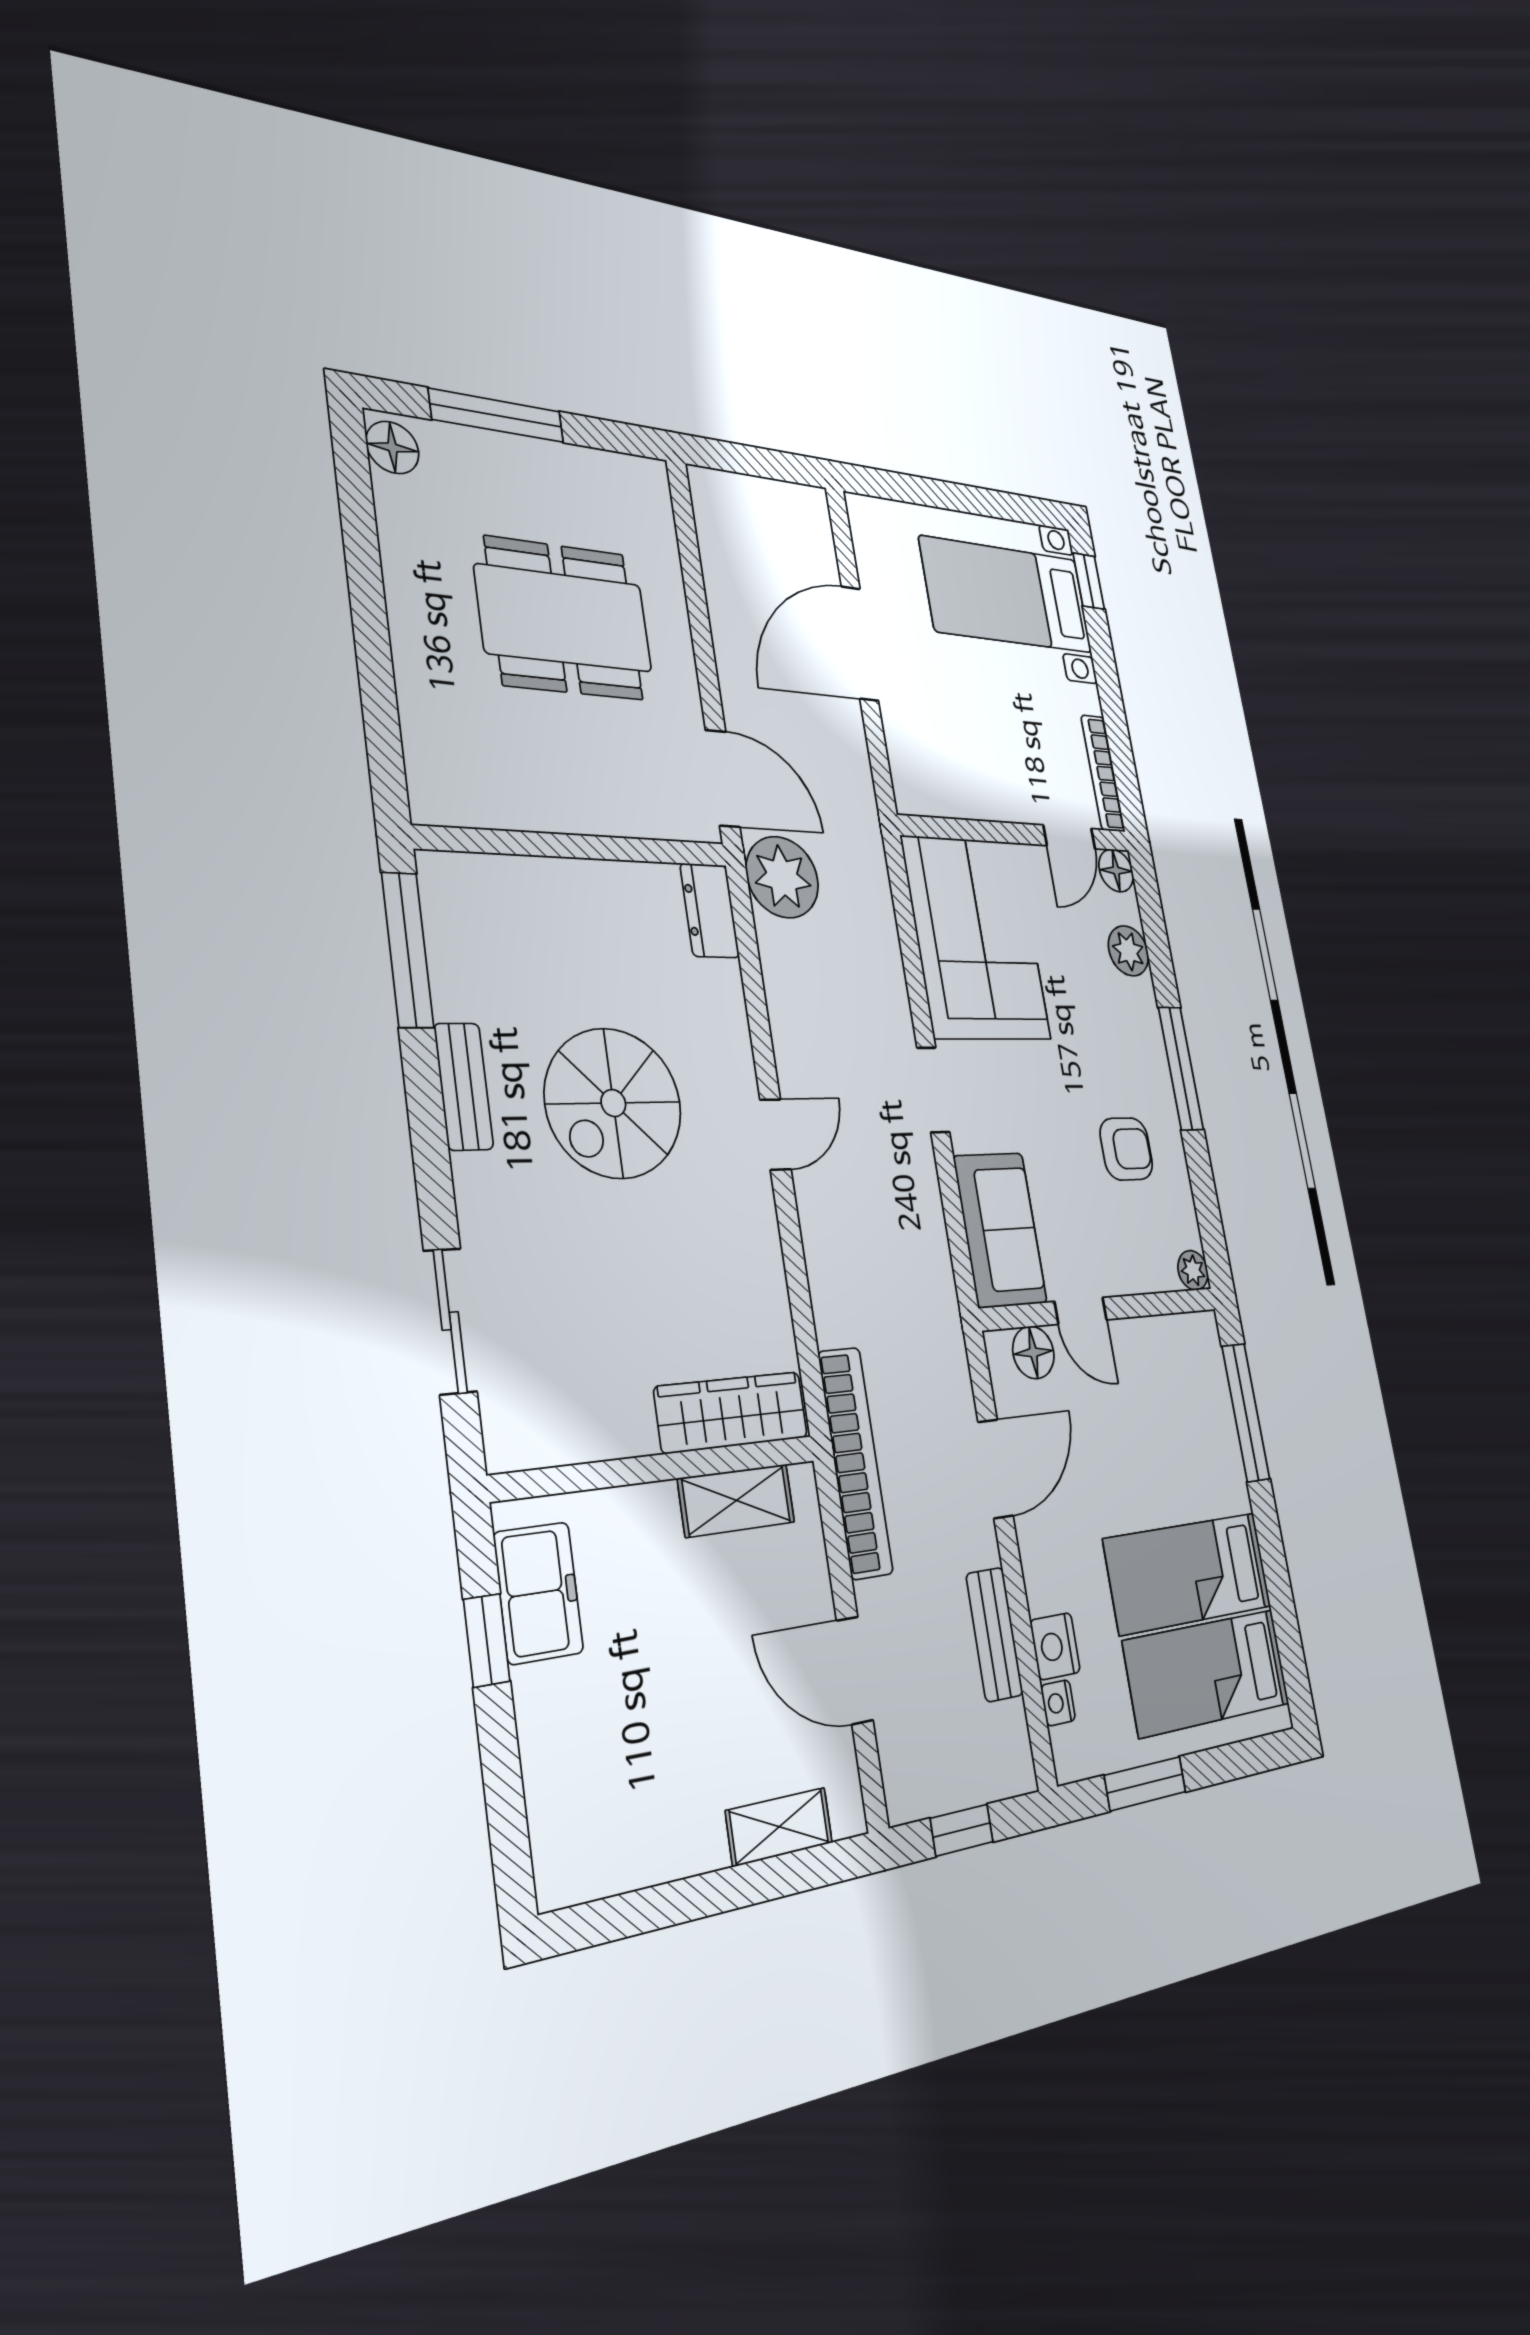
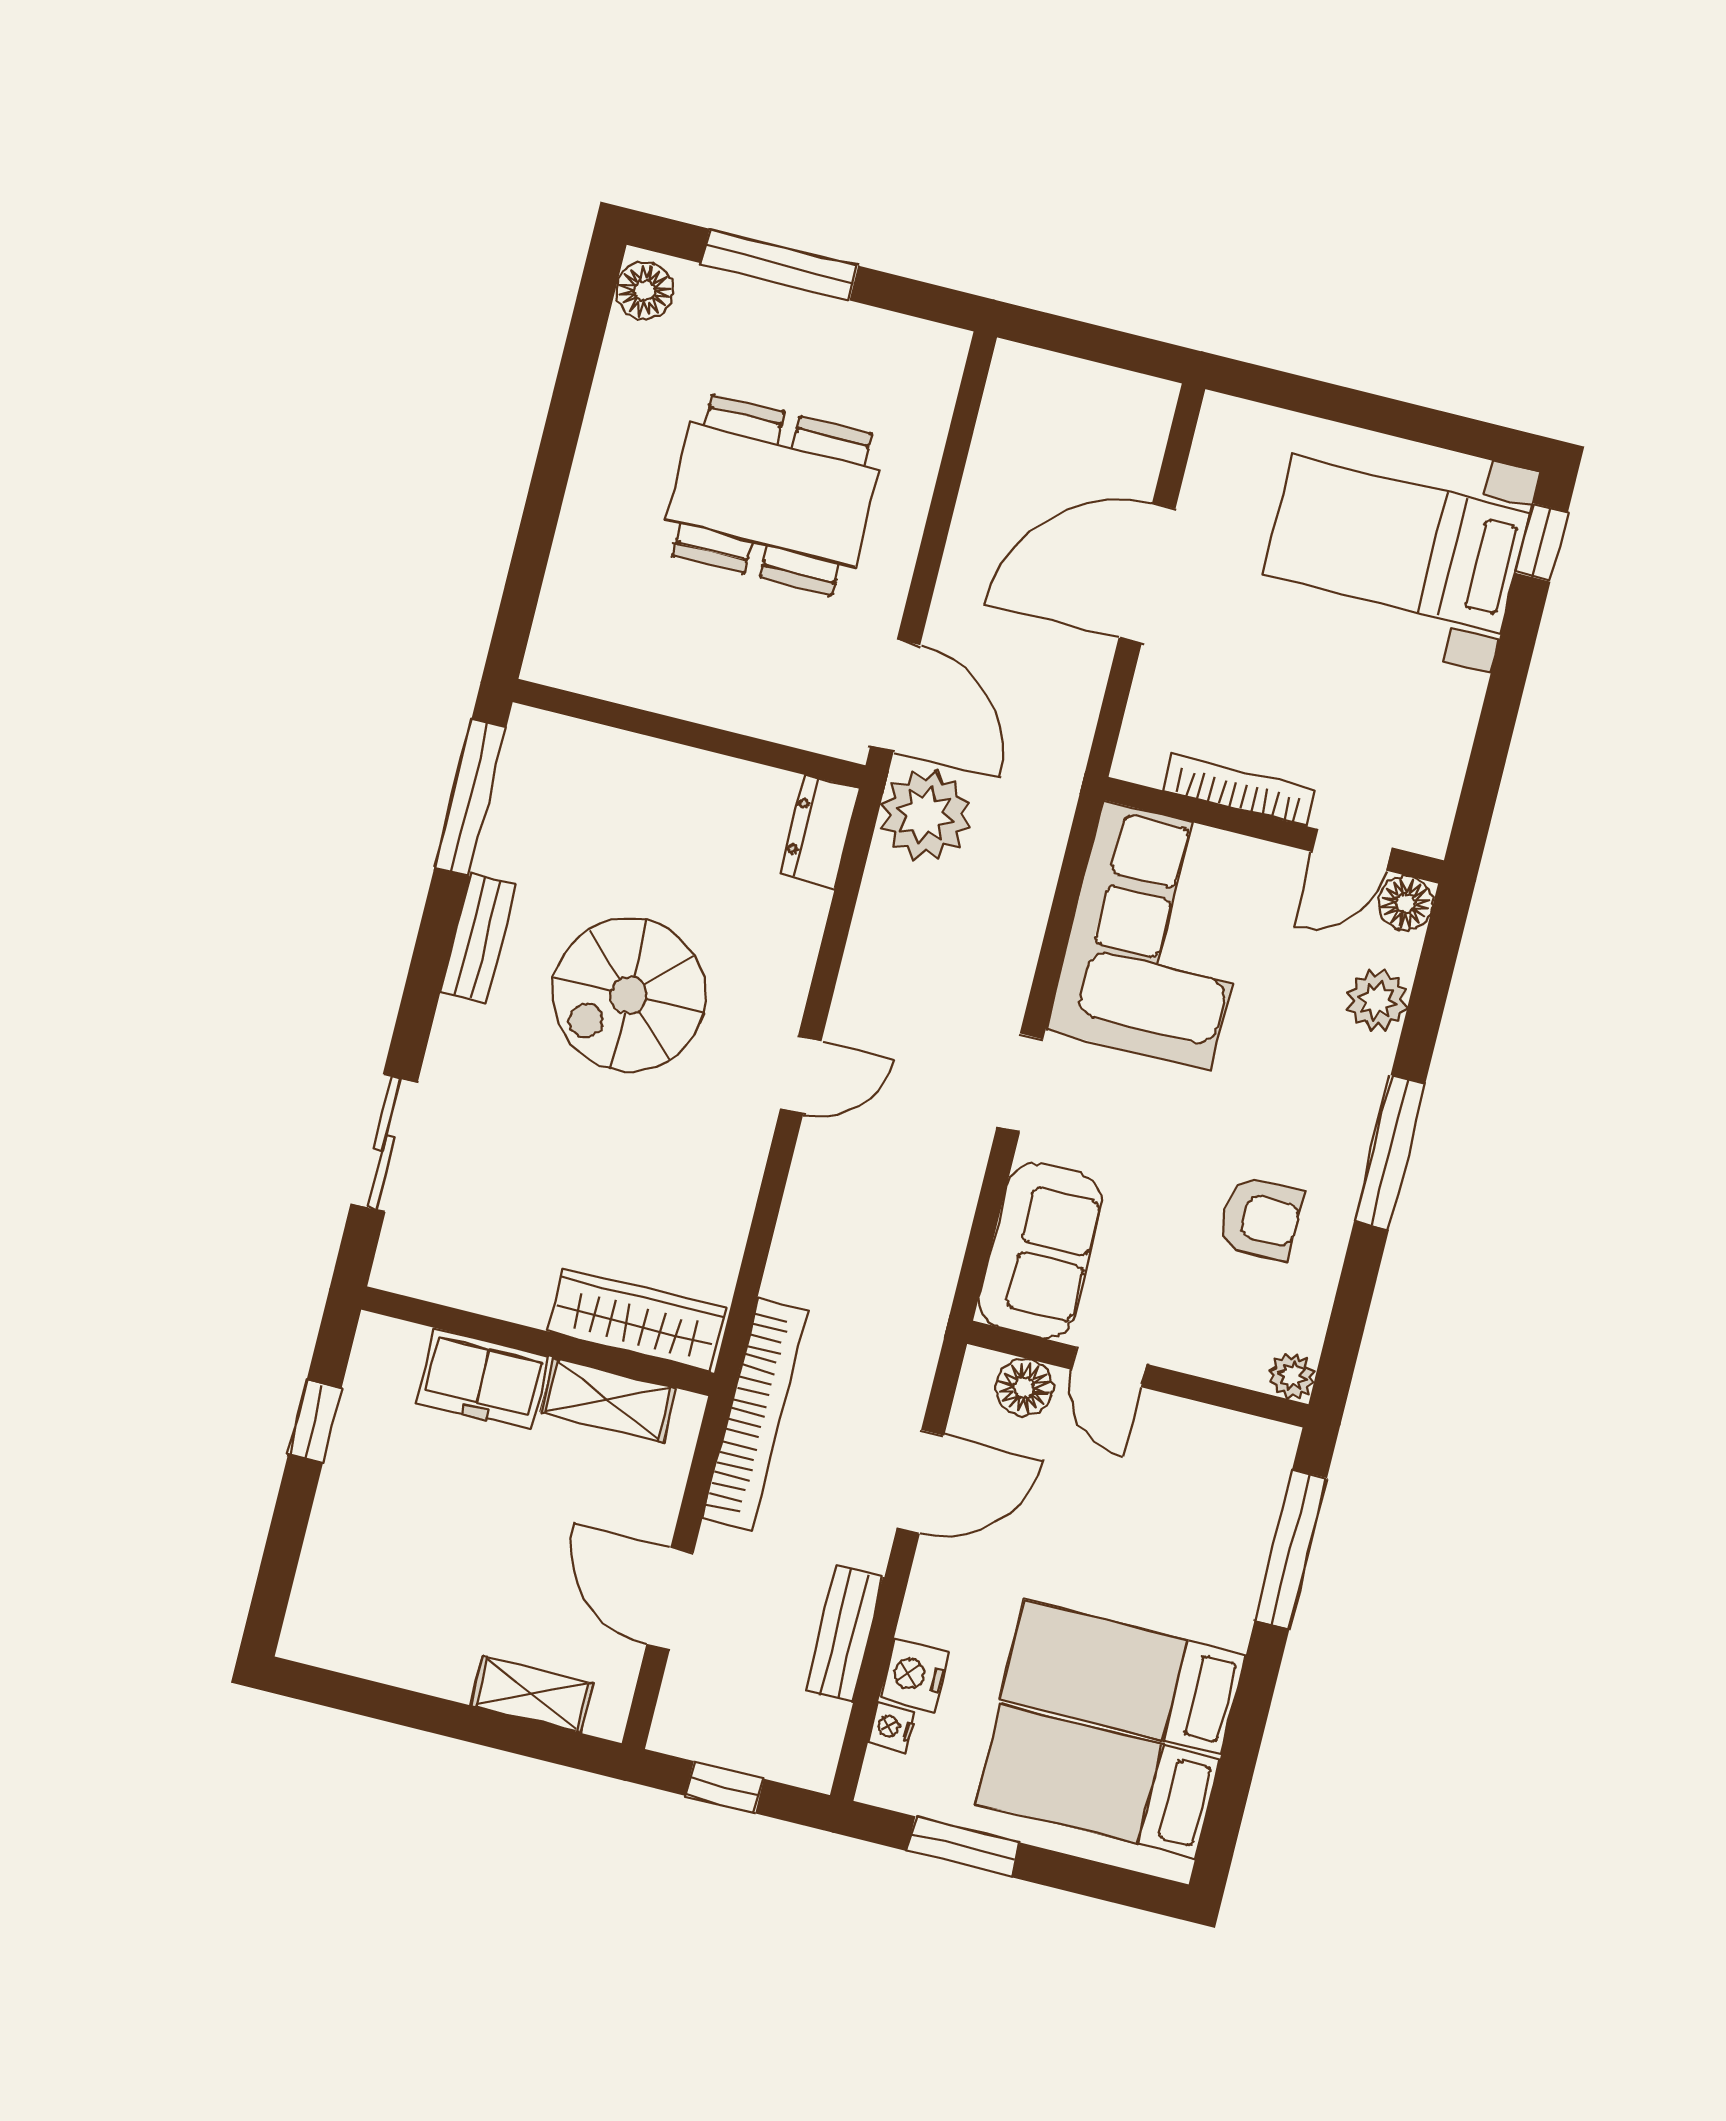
bookcase: (1103, 773) -> (1240, 790), moved, turned 90
freezer: (538, 1593) -> (483, 1379), moved, turned 90

